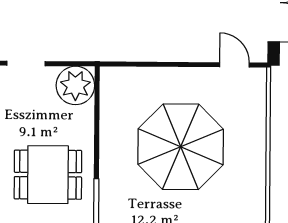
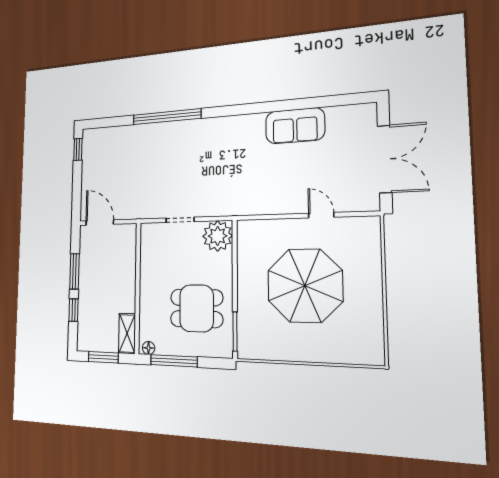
door: (234, 65) -> (321, 215), moved

